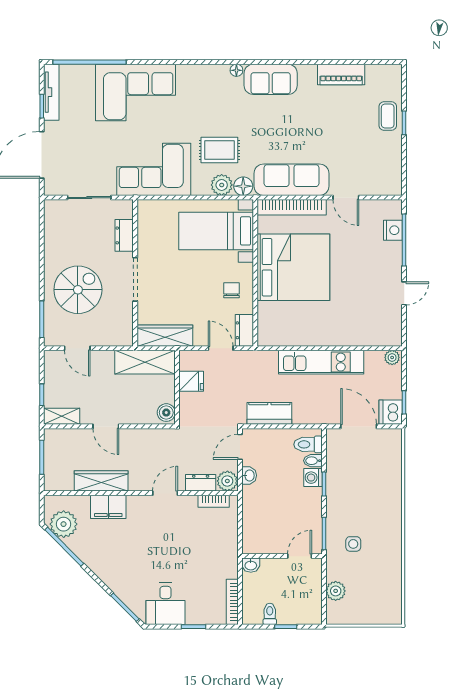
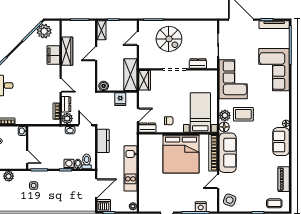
coffee table: (388, 116) -> (274, 203), moved
rug: (219, 150) -> (243, 114), turned 90
side table: (380, 176) -> (230, 200), added
wardrobe: (165, 336) -> (145, 80), width x0.67

